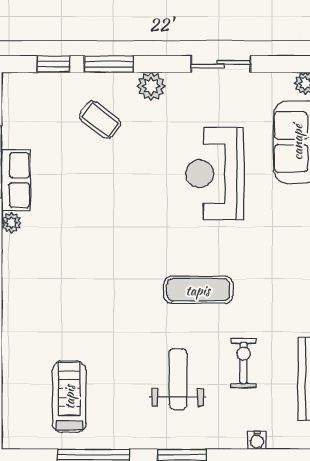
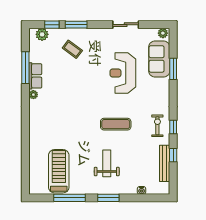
plant: (151, 86) -> (42, 34), moved
exercise bike: (244, 363) -> (157, 126), moved
treadmill: (69, 397) -> (59, 171), width x1.37, depth x1.38

